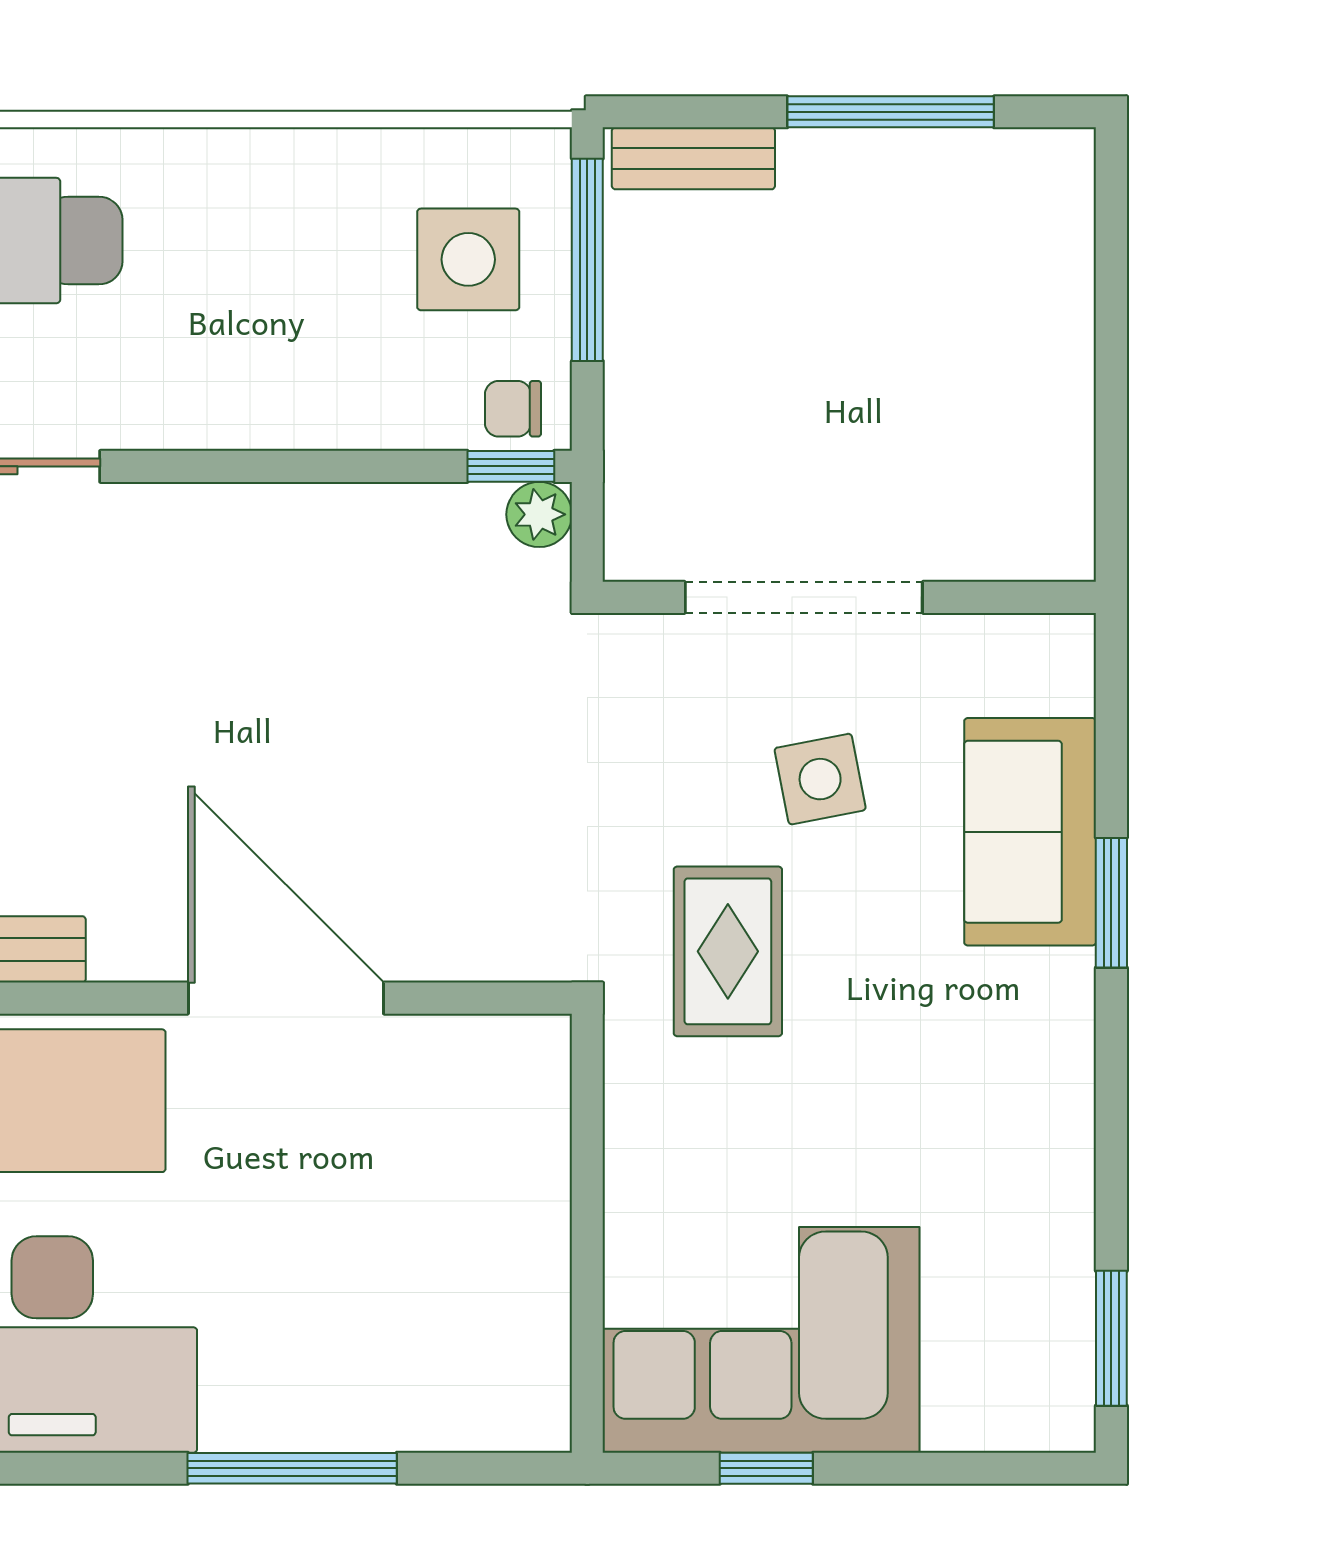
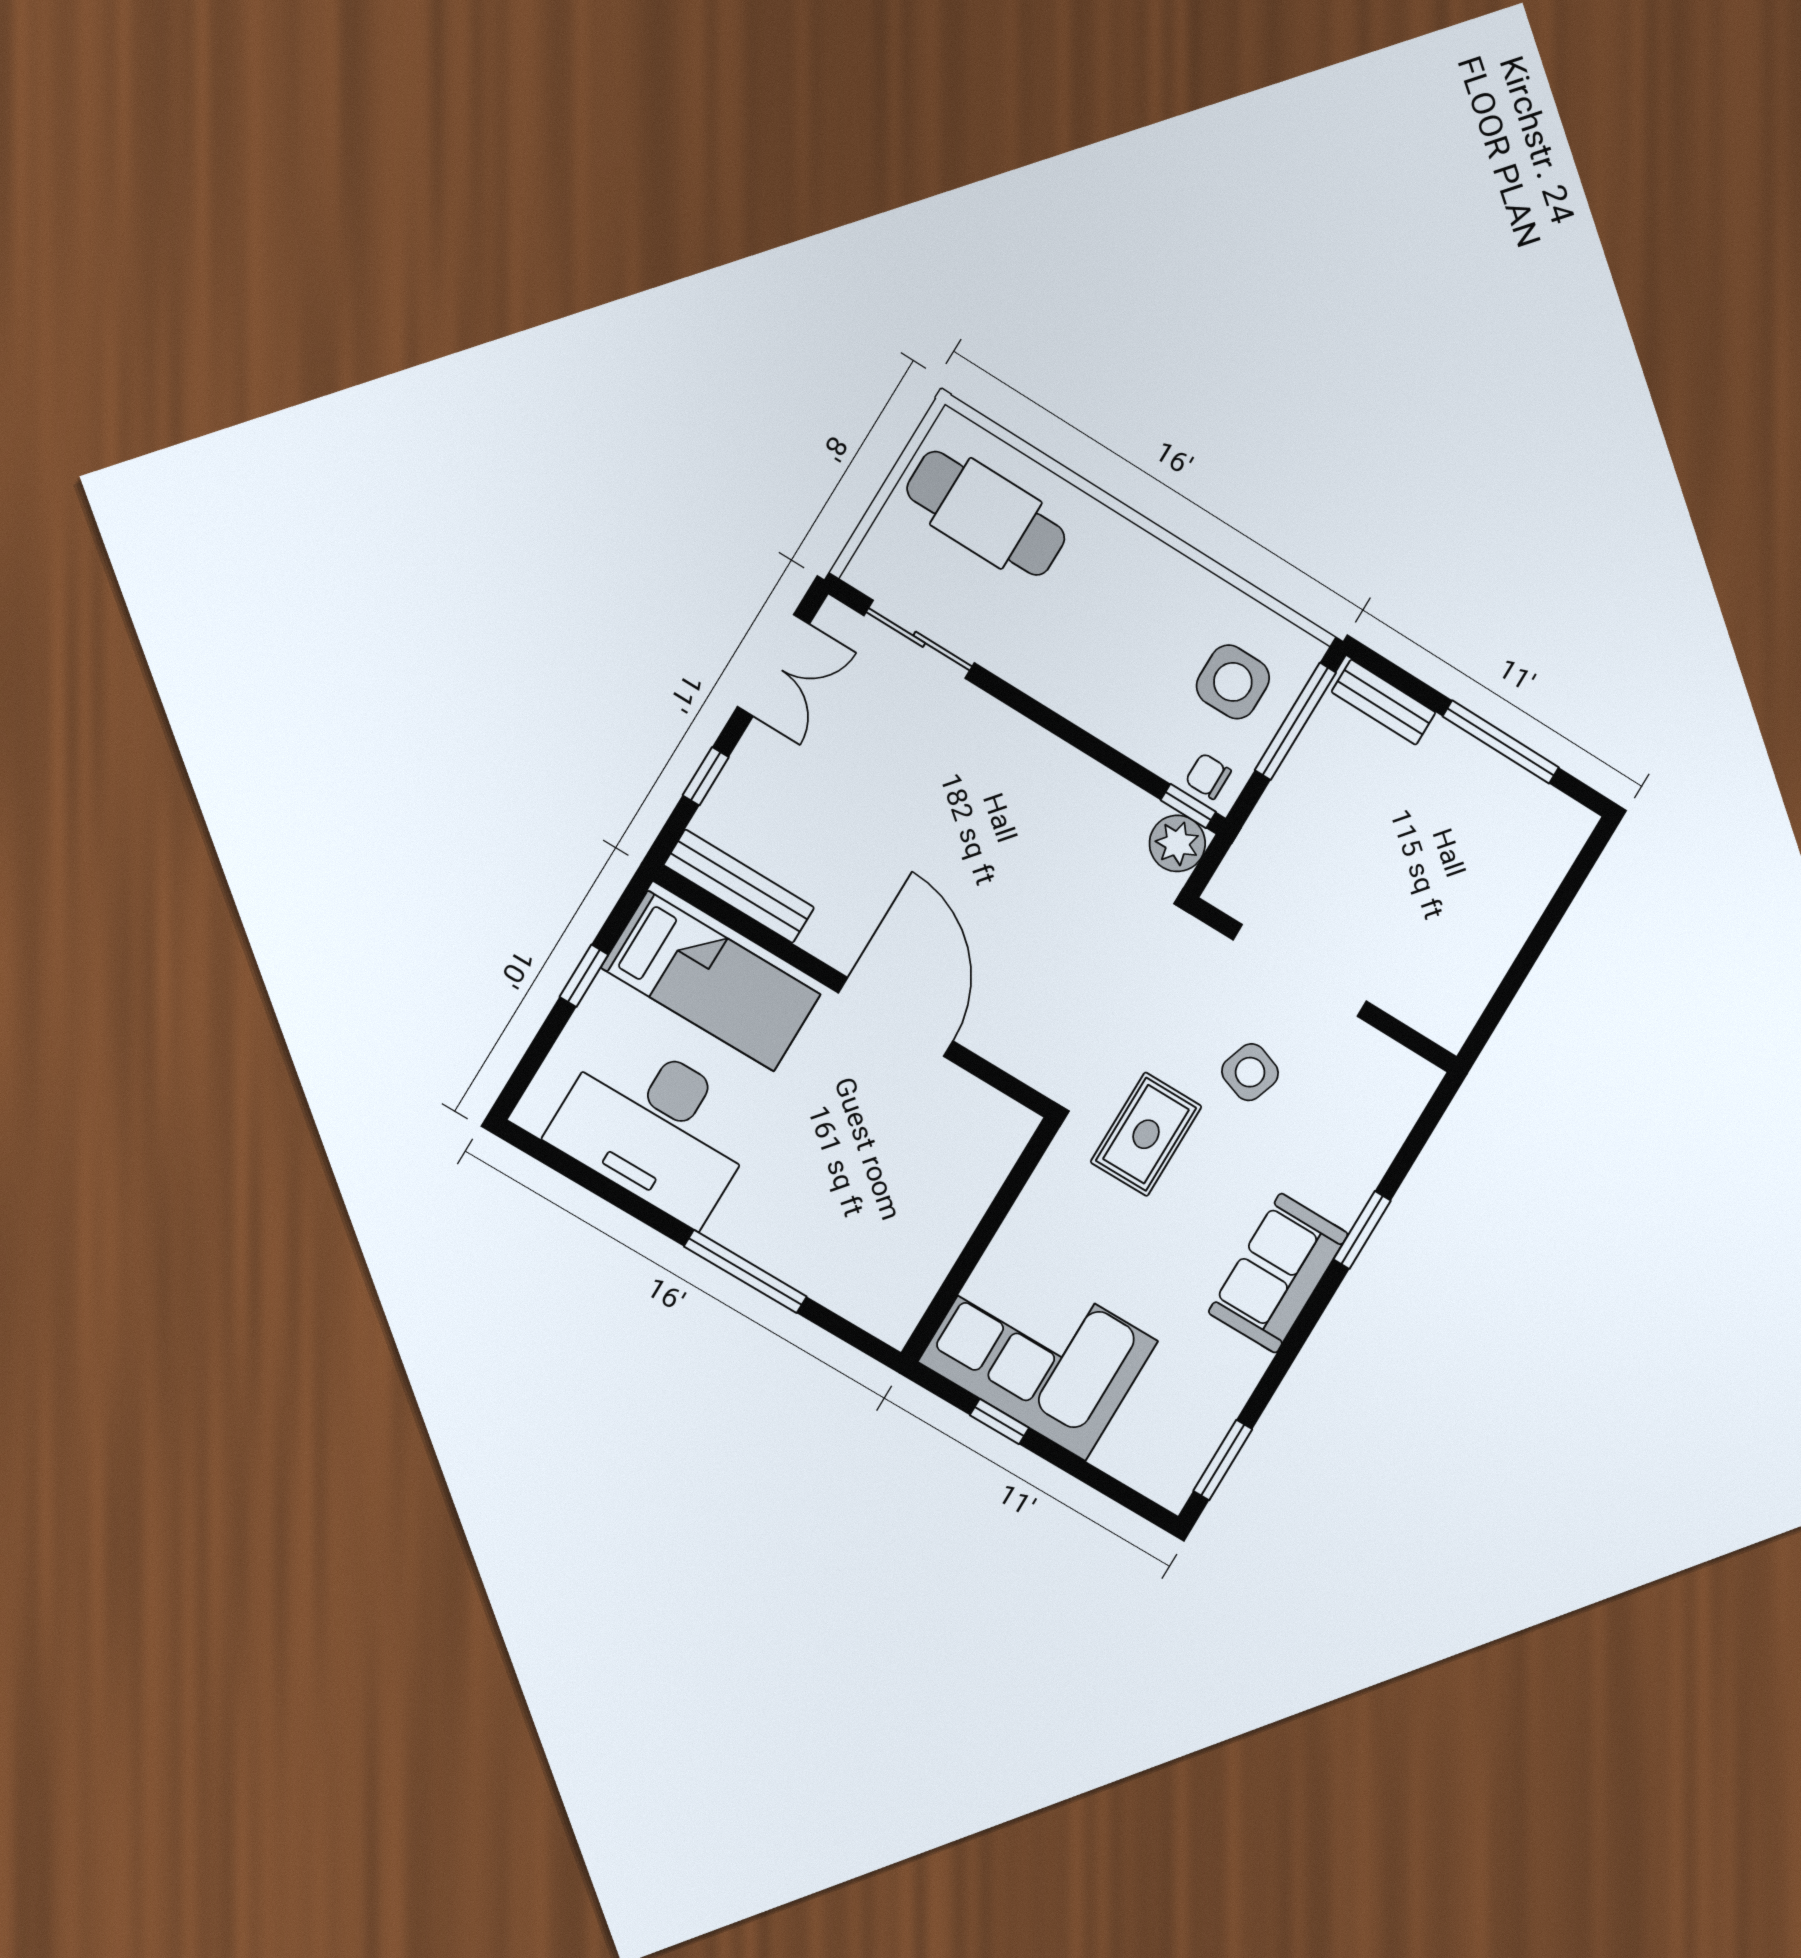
plant: (539, 514) -> (1177, 843), width x1.38, depth x1.38
side table: (820, 779) -> (1250, 1072), turned 30
sofa: (1030, 832) -> (1278, 1273), moved

